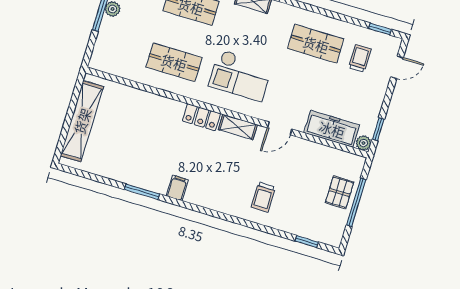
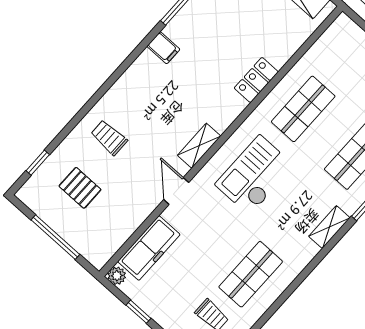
locker: (201, 117) -> (256, 80), moved
window: (378, 129) -> (138, 312), moved
pallet: (340, 192) -> (80, 188), moved

